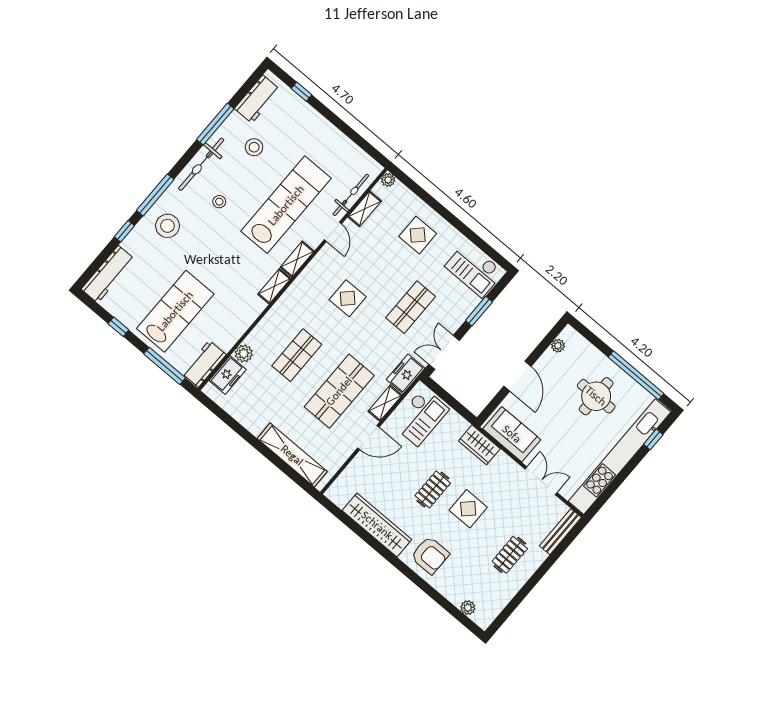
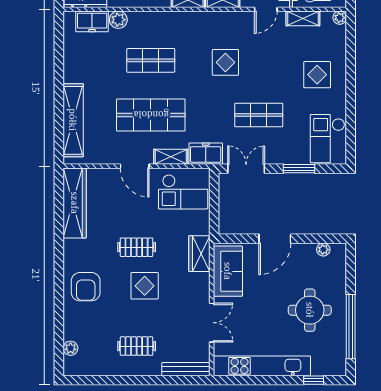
kitchen unit: (620, 457) -> (262, 366), width x0.73
wardrobe: (377, 525) -> (75, 203), moved

